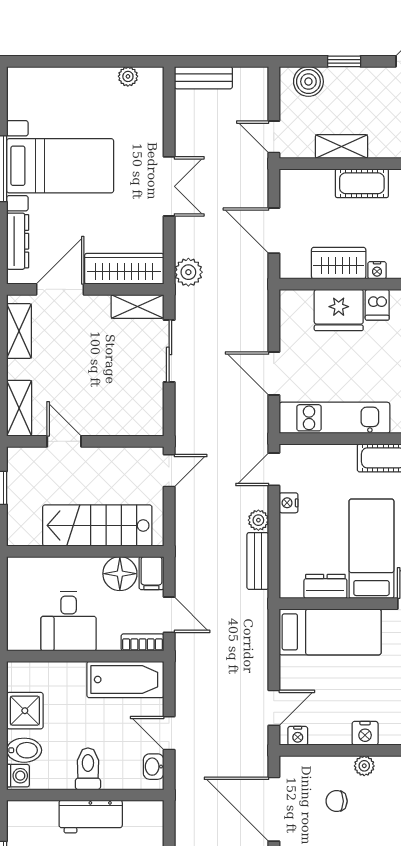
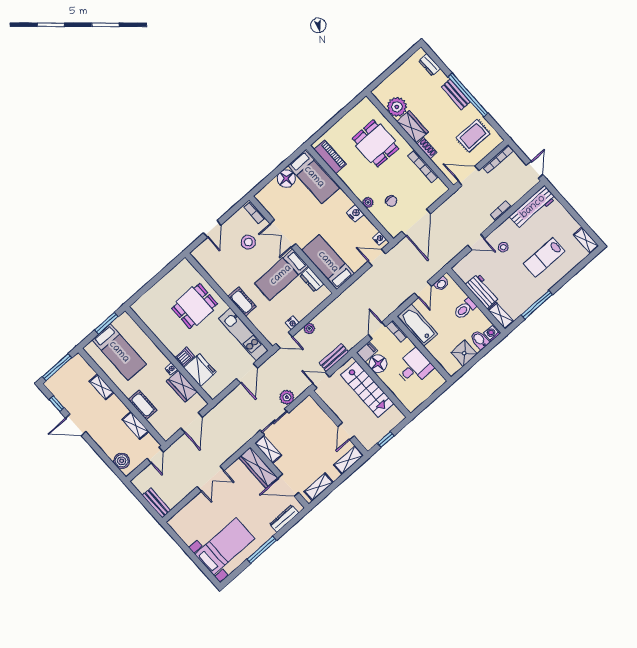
window: (344, 61) -> (101, 454), removed
plant: (128, 76) -> (182, 533), removed
bed with nightstands: (60, 166) -> (225, 546), moved, turned 90
double door: (169, 186) -> (211, 479), swing flipped
plant: (188, 272) -> (287, 397), moved
bench: (258, 561) -> (334, 358), moved
shelving: (32, 811) -> (501, 316), added

